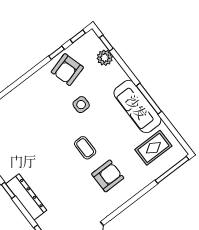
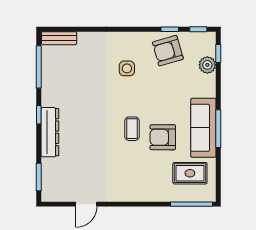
side table: (81, 105) -> (127, 68), moved
armchair: (108, 176) -> (163, 137), moved, turned 180

